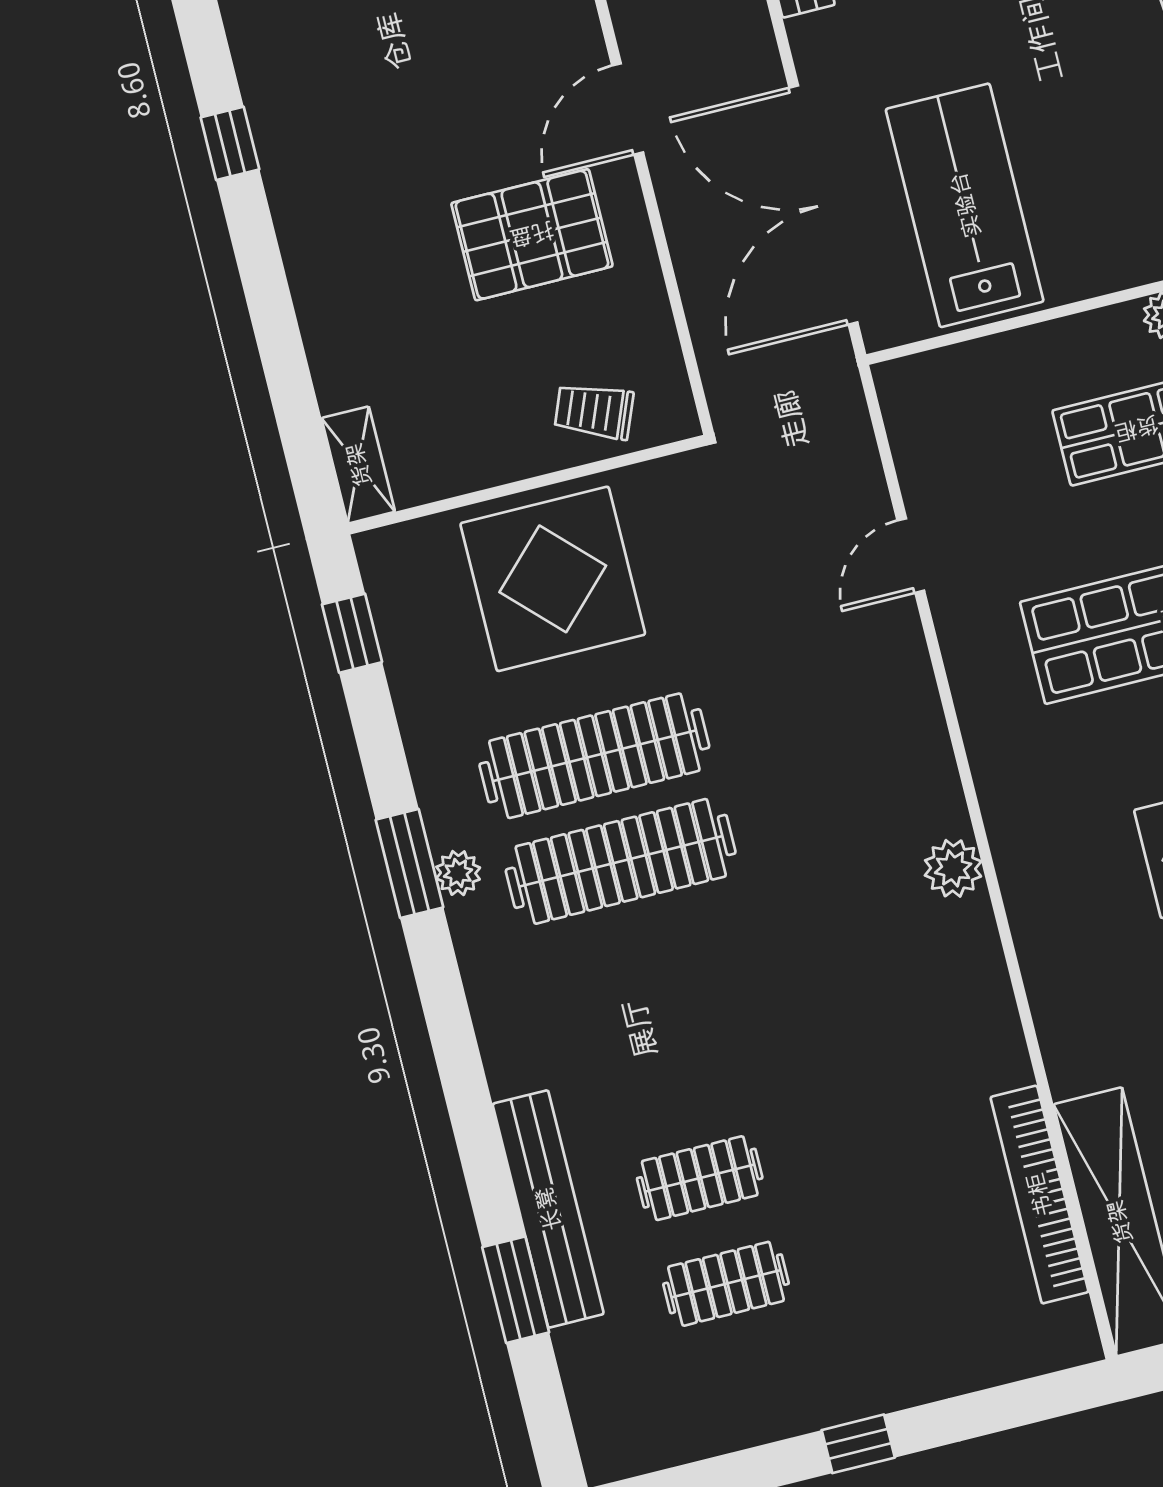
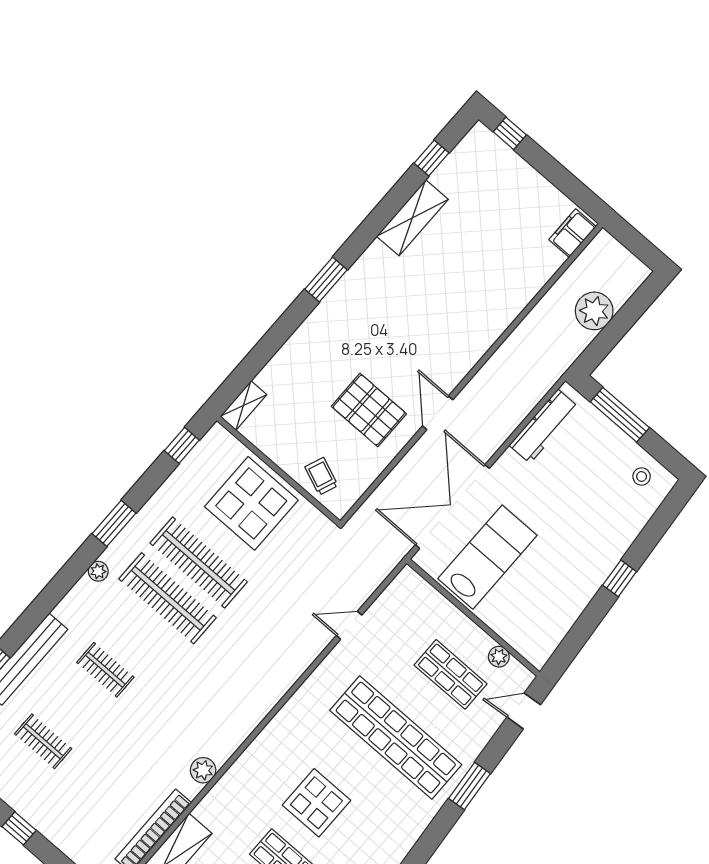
door: (628, 109) -> (438, 413), hinge flipped
window: (230, 143) -> (326, 279), width x1.50
plant: (953, 868) -> (203, 770), moved
plant: (458, 873) -> (98, 571), moved
clothes rail: (700, 1178) -> (105, 670), moved

